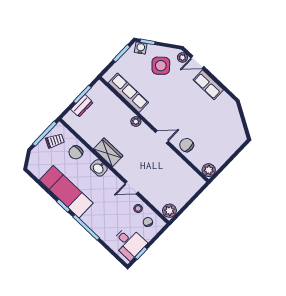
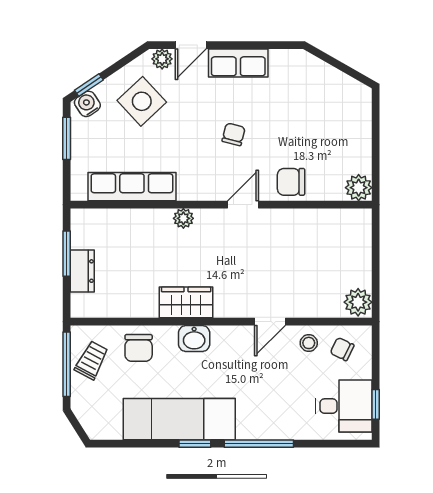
chair: (182, 109) -> (234, 134), added

